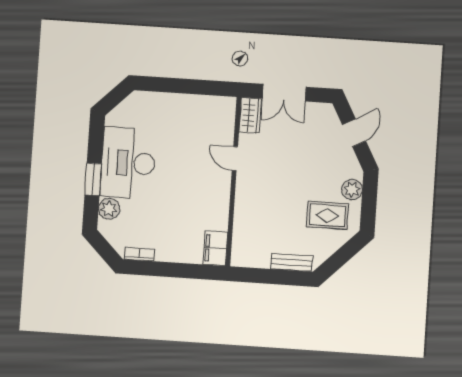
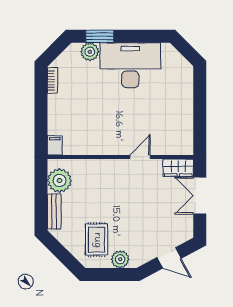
window: (93, 179) -> (100, 36), moved
filing cabinet: (215, 248) -> (55, 145), width x0.50
plant: (256, 254) -> (60, 180), added

